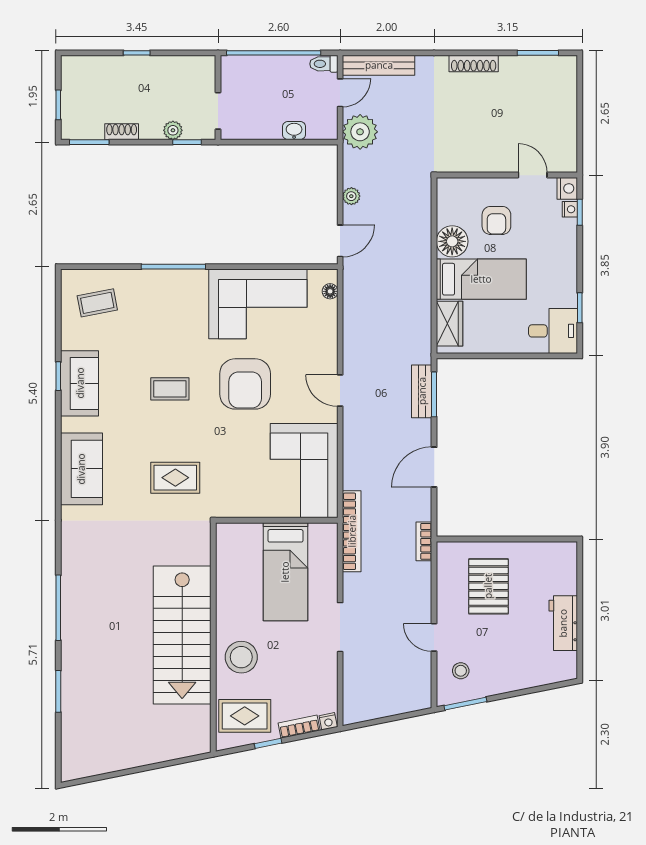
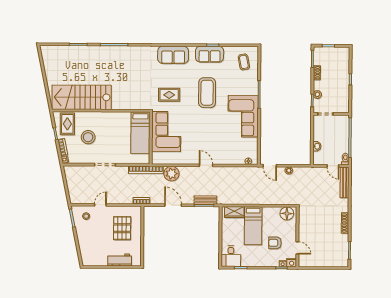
plant: (360, 132) -> (171, 174), moved
door: (533, 175) -> (297, 248), hinge flipped
armchair: (496, 220) -> (275, 243), moved
floor lamp: (452, 241) -> (287, 213), moved
corner sofa: (258, 304) -> (243, 116), moved
armchair: (245, 384) -> (209, 125), removed
coffee table: (170, 389) -> (207, 93), width x1.86, depth x1.72
door: (340, 391) -> (206, 165), hinge flipped
corner sofa: (304, 471) -> (166, 132), moved, turned 90
rug: (175, 478) -> (169, 95), turned 90
bed: (285, 572) -> (140, 133), moved, turned -90
pallet: (488, 586) -> (122, 228), turned 90
workbench: (563, 623) -> (120, 260), moved
stairs: (182, 635) -> (82, 97), moved
stool: (241, 657) -> (88, 137), moved

